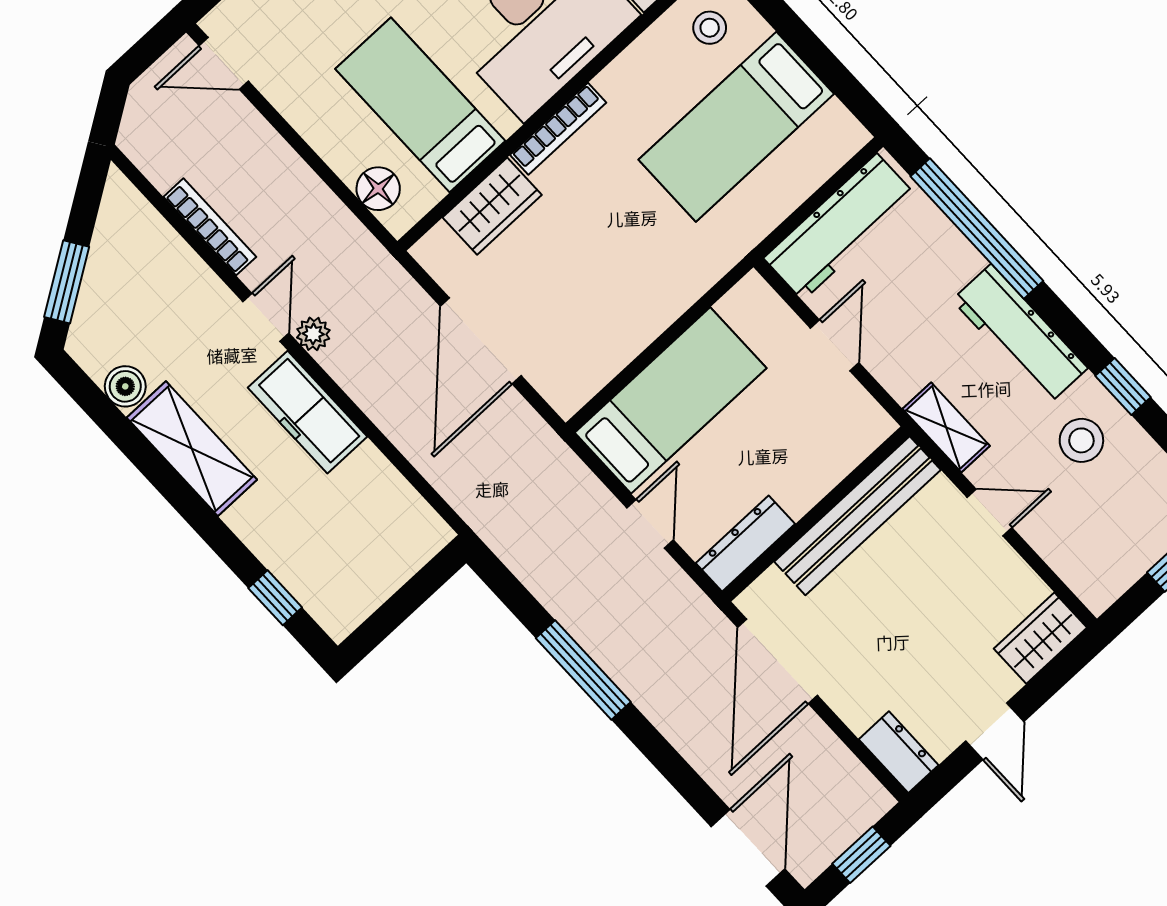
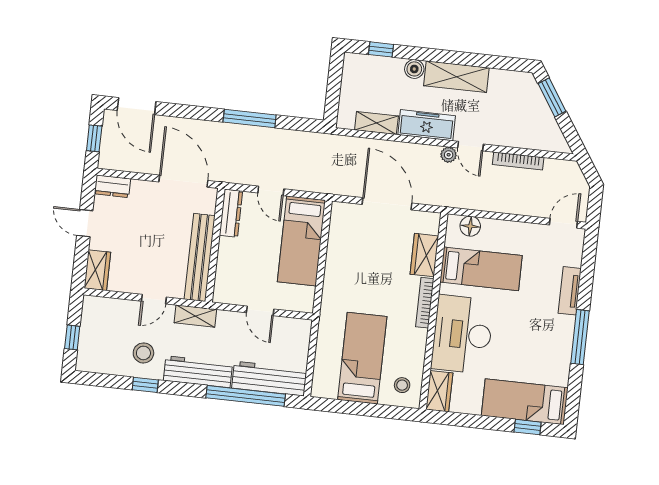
workbench: (840, 227) -> (269, 379), moved, turned 90
boiler: (125, 386) -> (414, 69), moved
shelving: (385, 486) -> (376, 123), added

